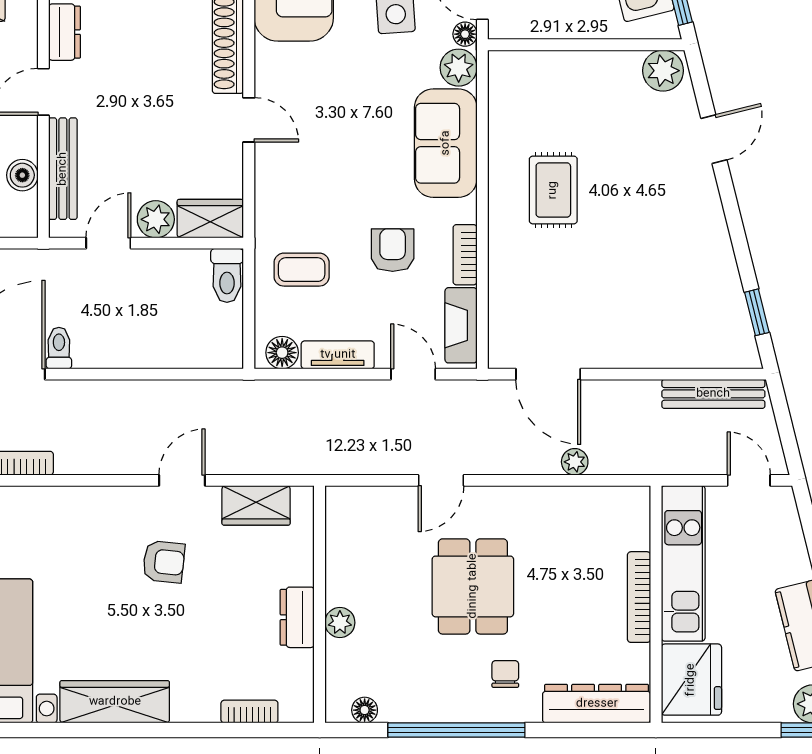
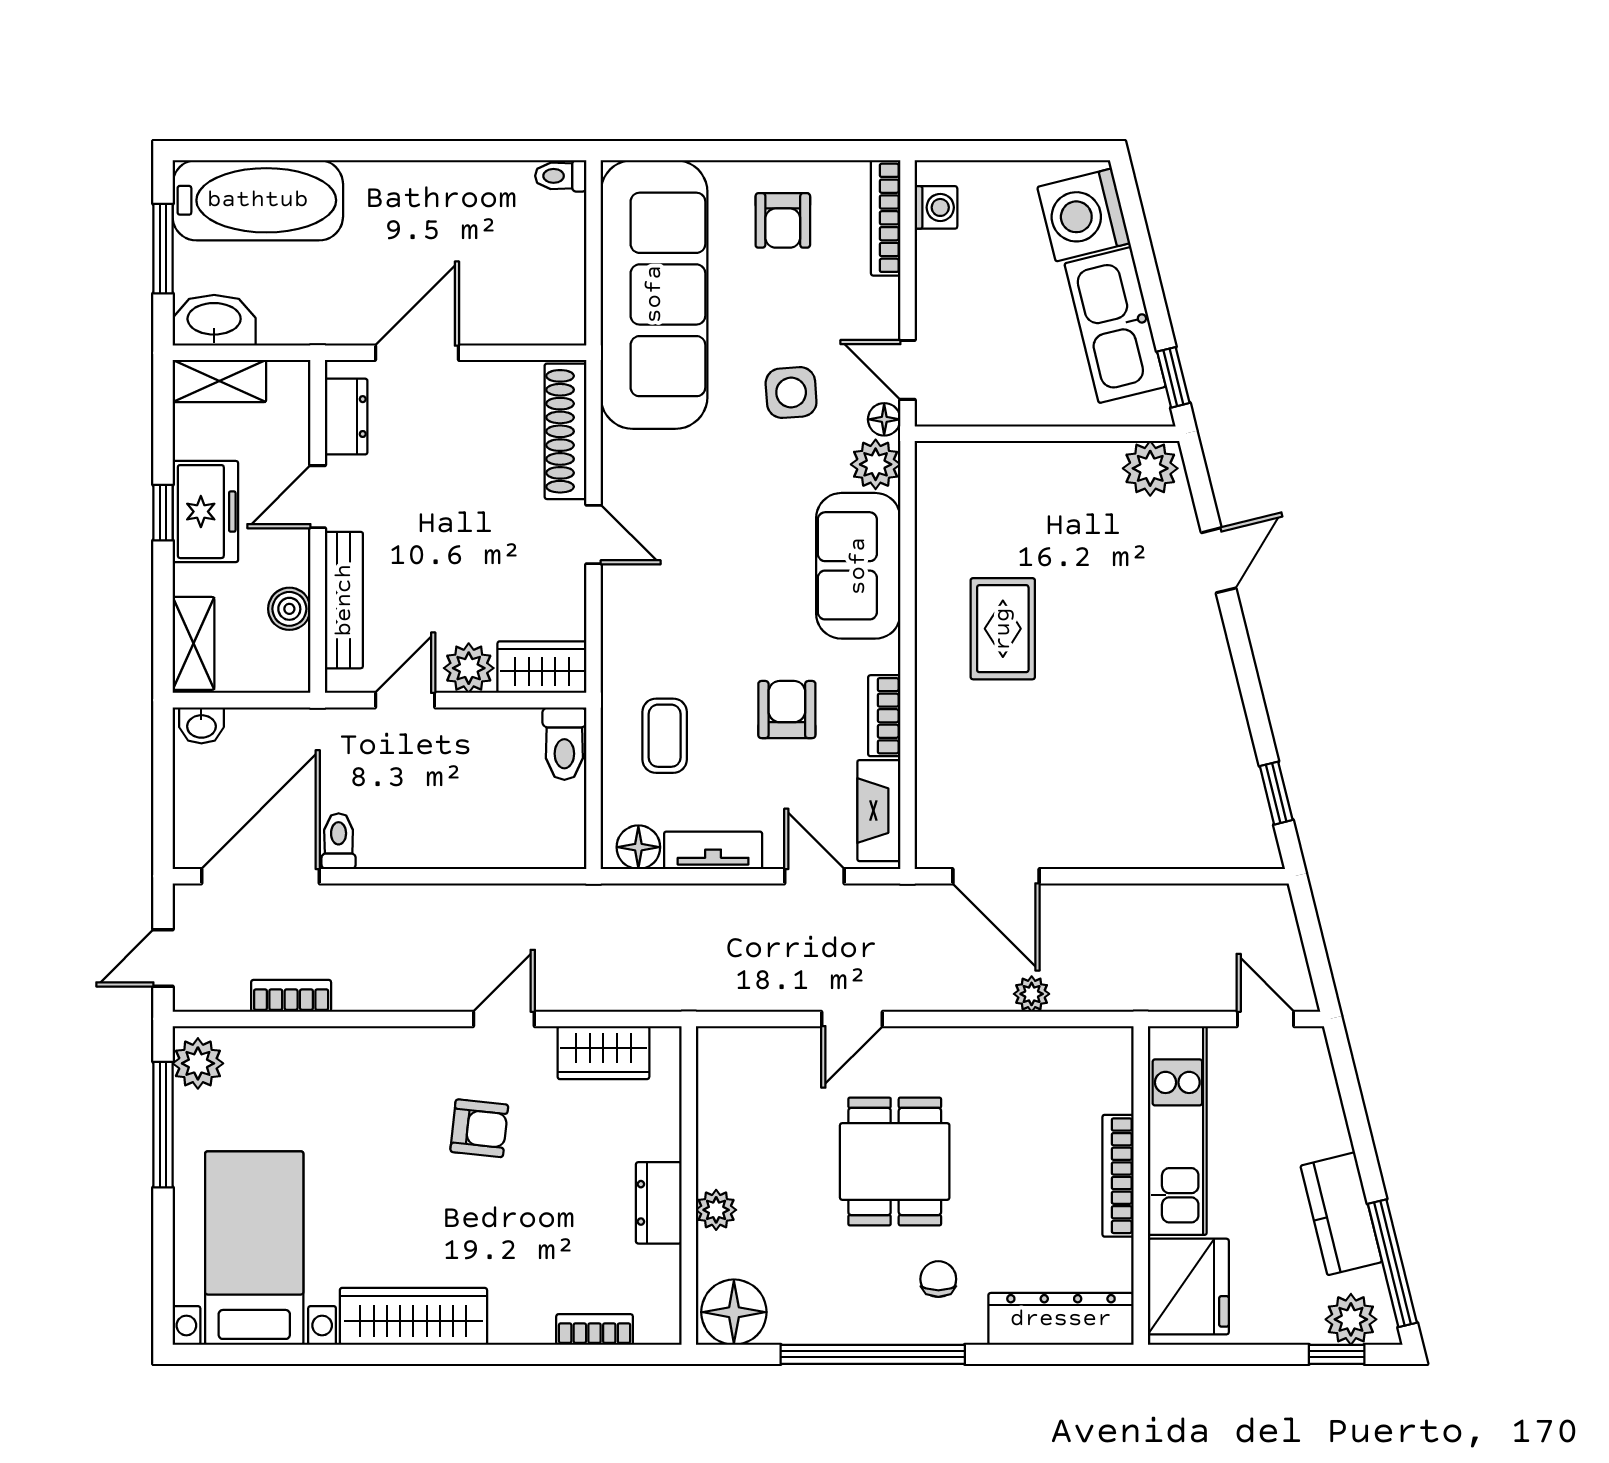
coffee table: (302, 270) -> (665, 736), turned 90
bench: (713, 394) -> (1218, 903), removed
floor lamp: (365, 710) -> (734, 1312), width x1.89, depth x1.89

